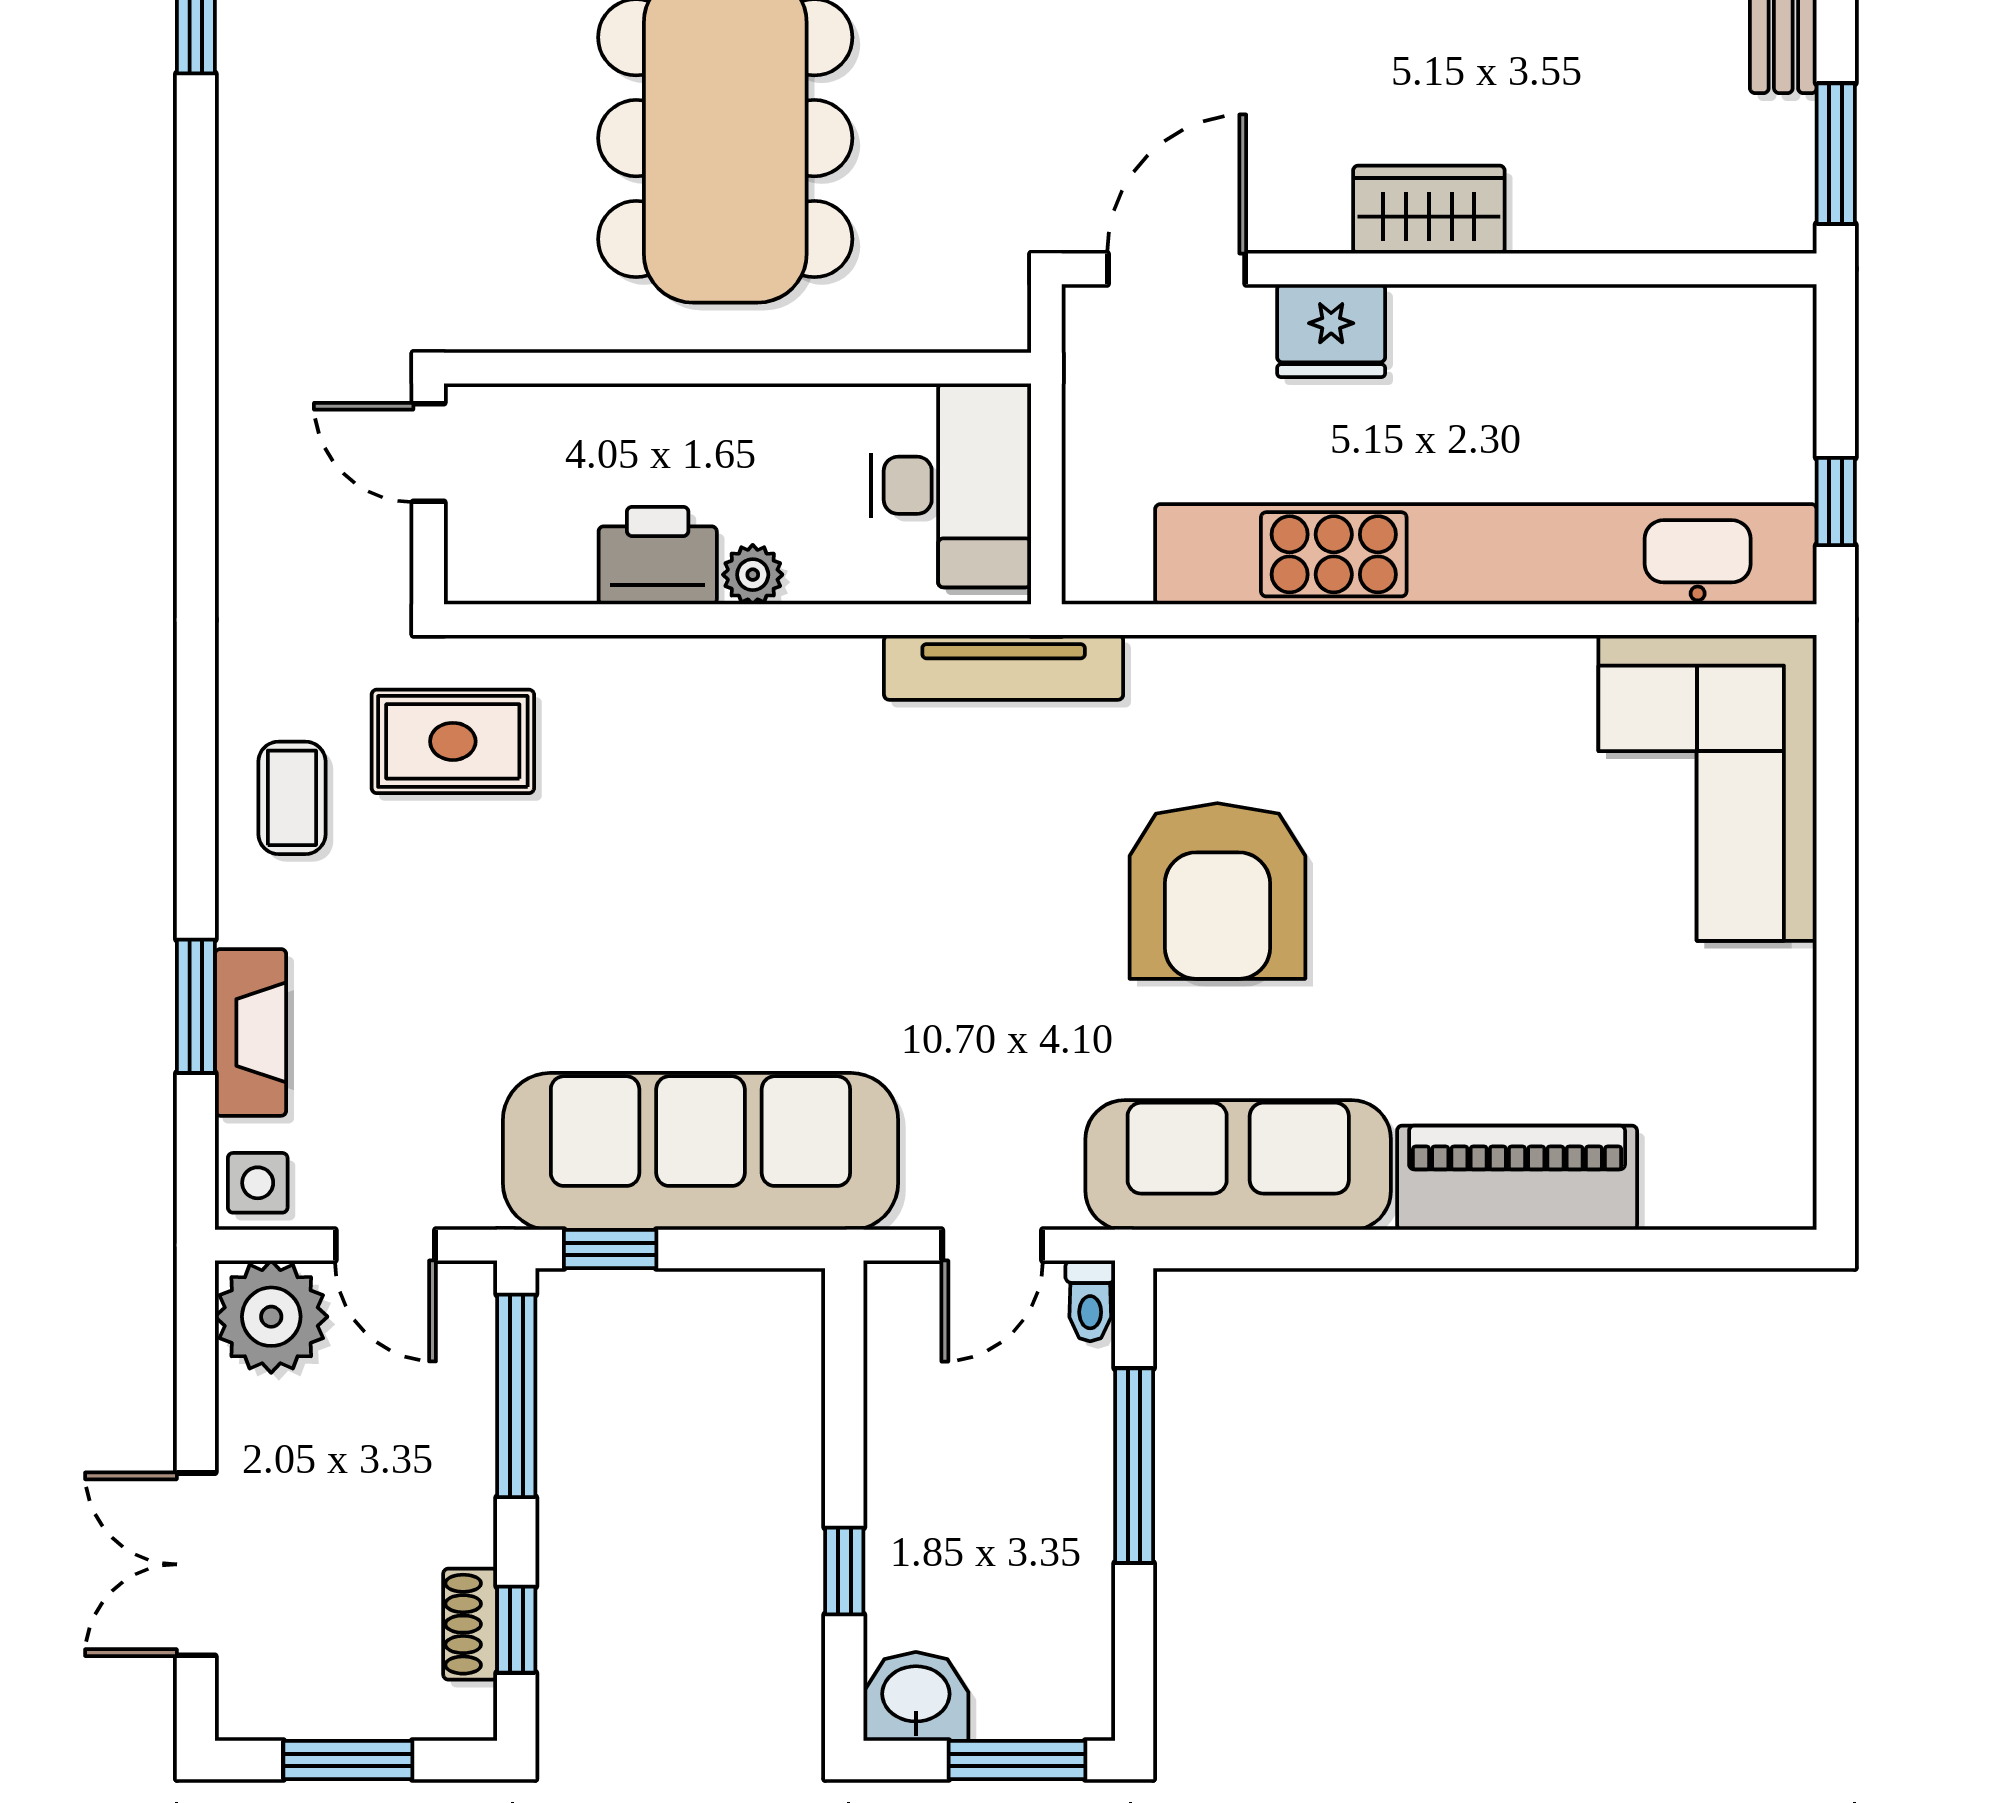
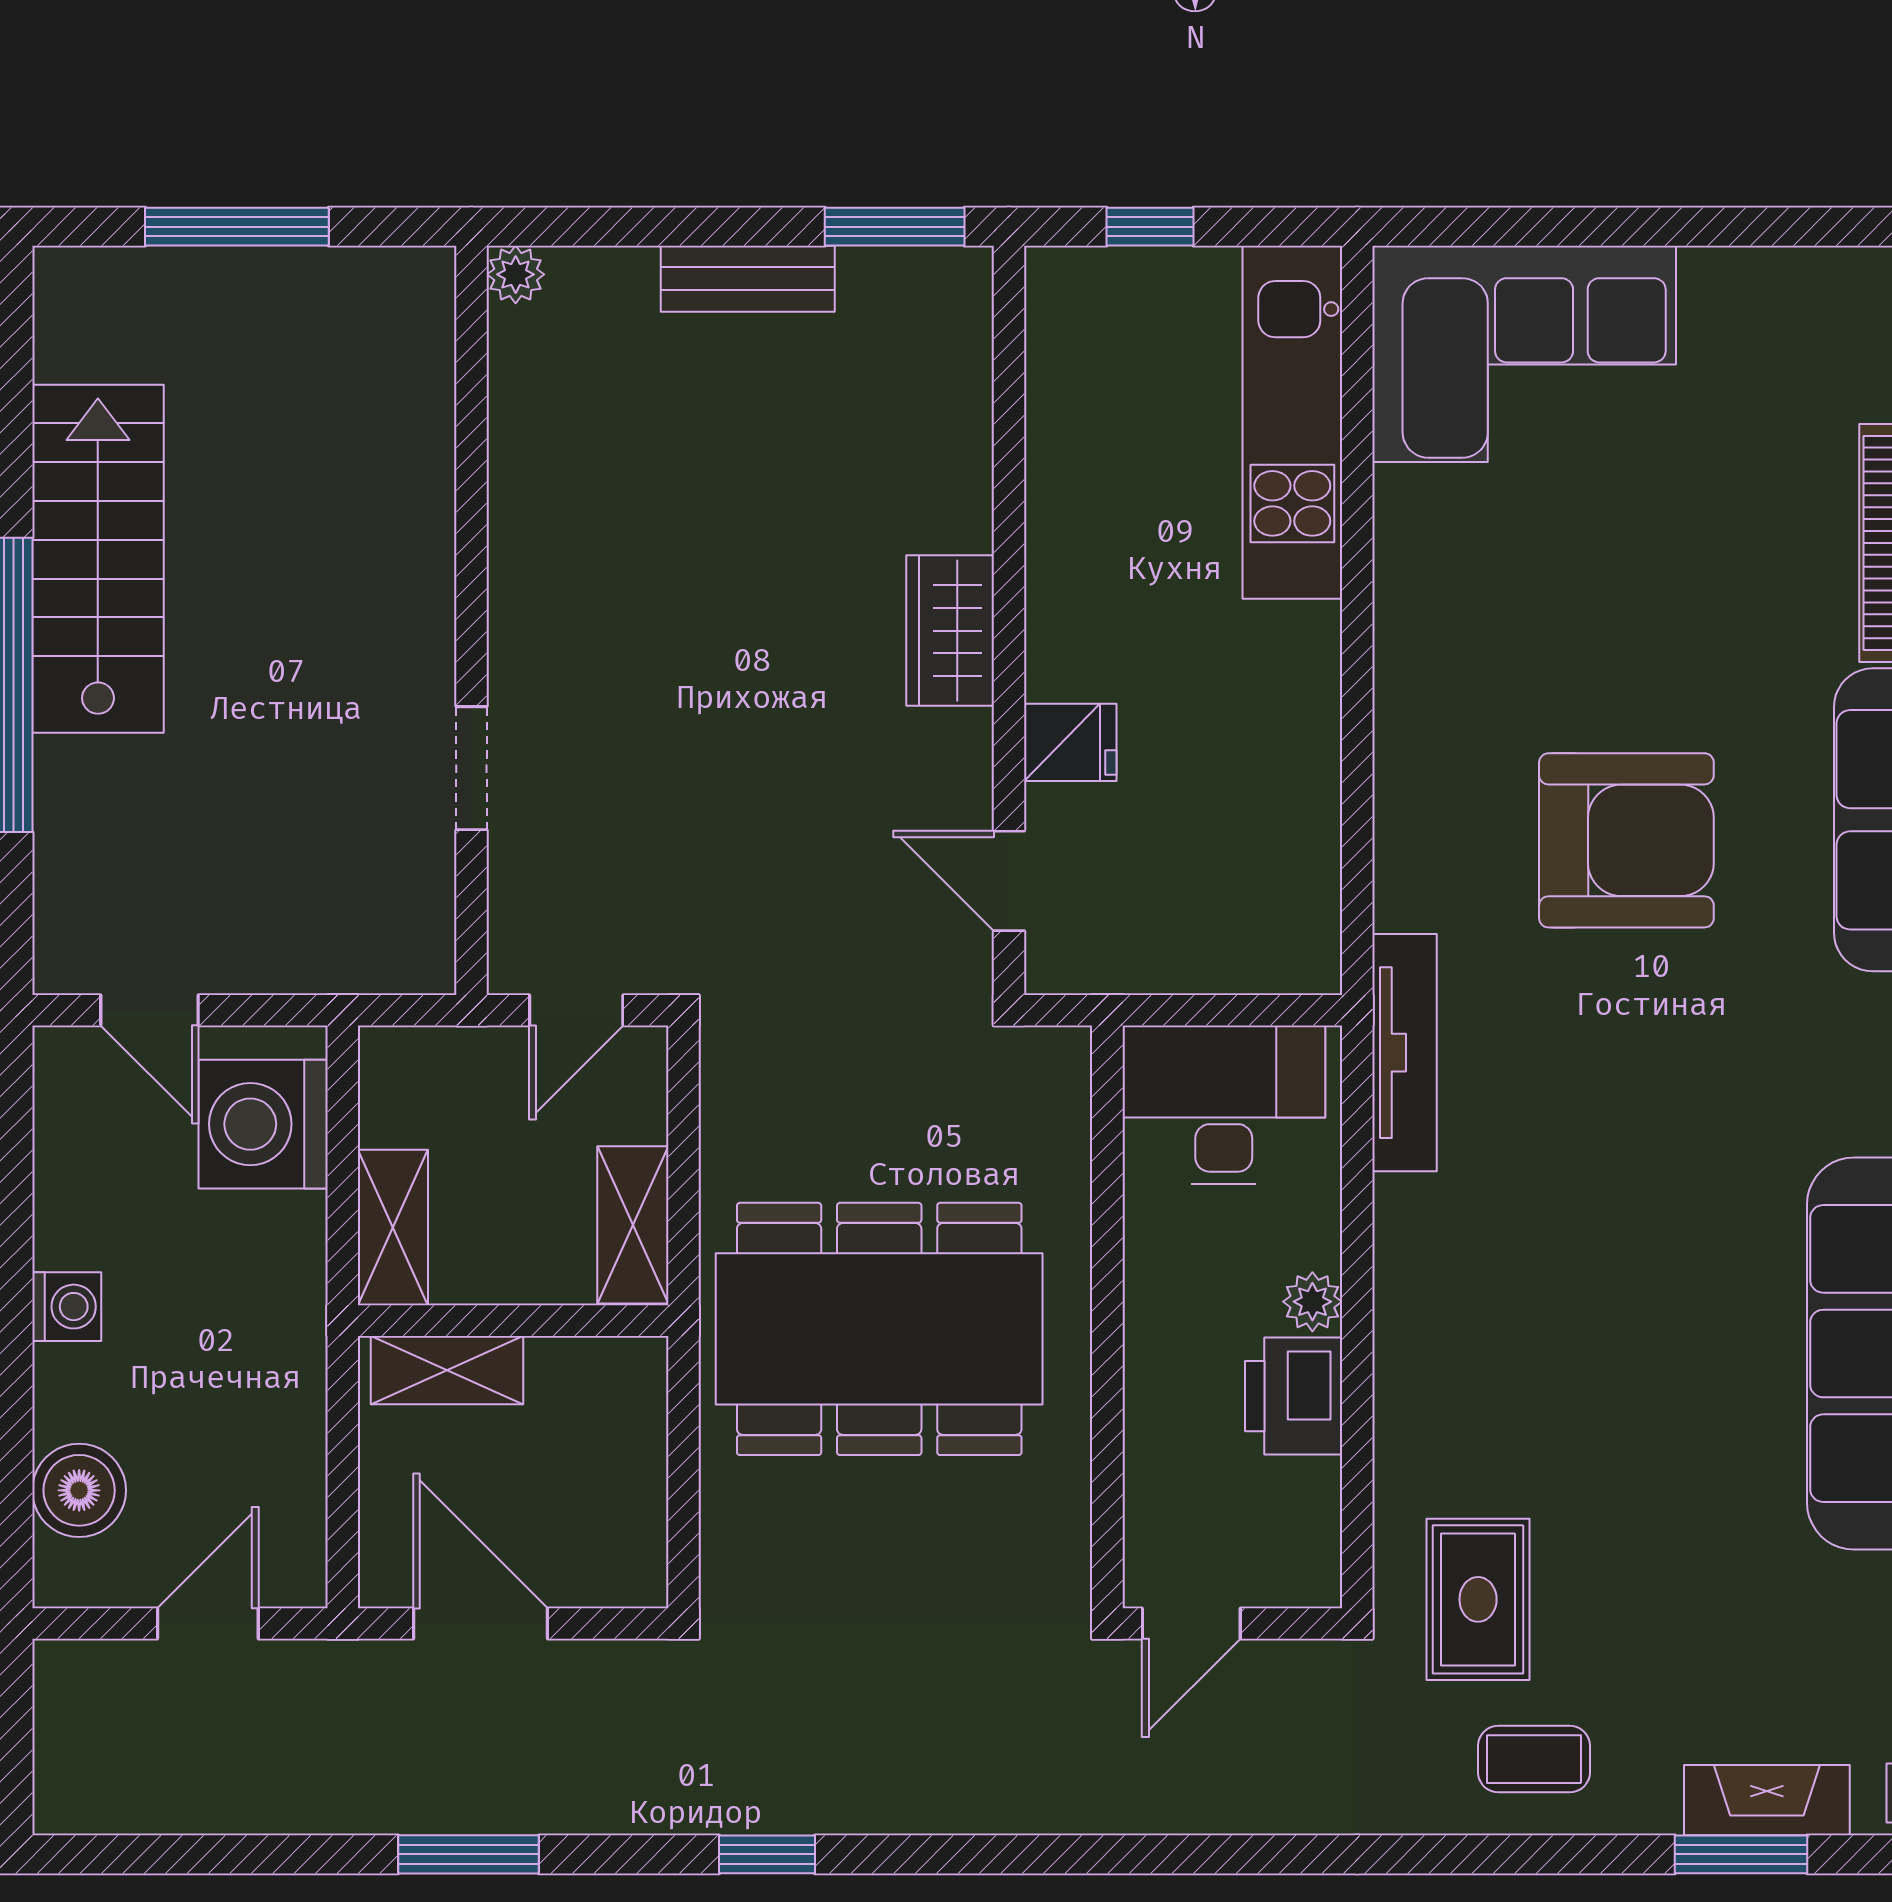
door: (1177, 269) -> (1009, 881), width x0.73
fridge: (1331, 331) -> (1070, 742), width x0.72
window: (1836, 501) -> (1150, 227), moved
kitchen unit: (1486, 554) -> (1292, 422), width x0.54

